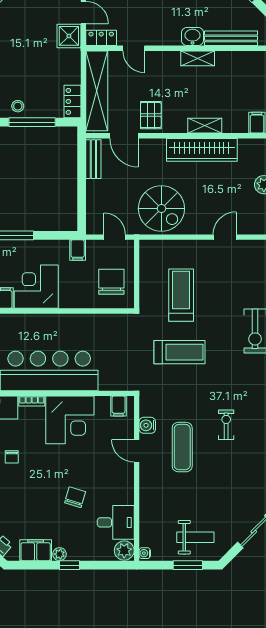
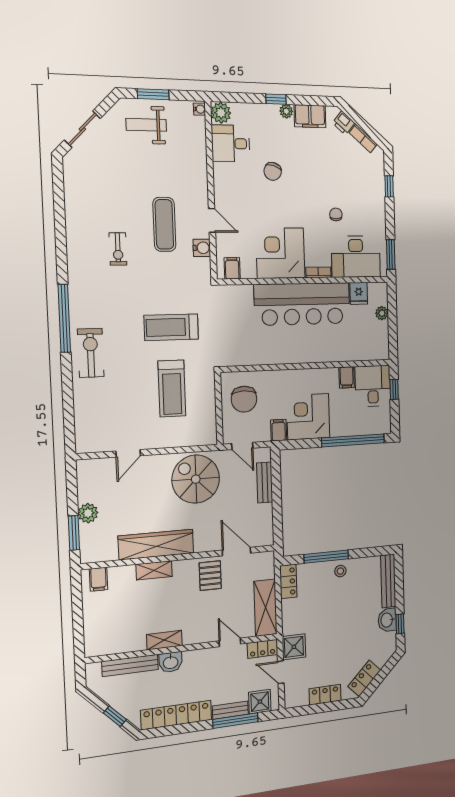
shelving: (97, 91) -> (265, 608), width x0.68
bench: (93, 159) -> (265, 483), moved
corner desk: (36, 287) -> (308, 417), moved, turned 180

